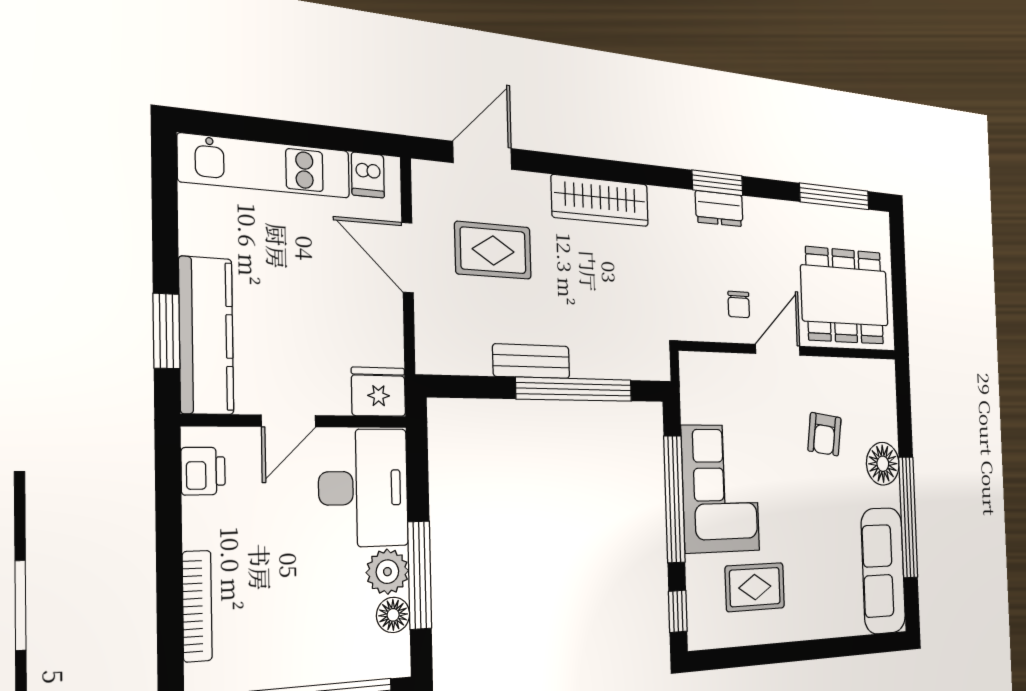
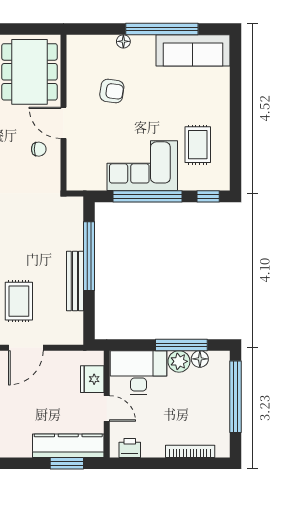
bench: (531, 361) -> (75, 281), width x1.36
fridge: (378, 392) -> (92, 379), moved
floor lamp: (883, 464) -> (123, 41), width x0.53, depth x0.53

